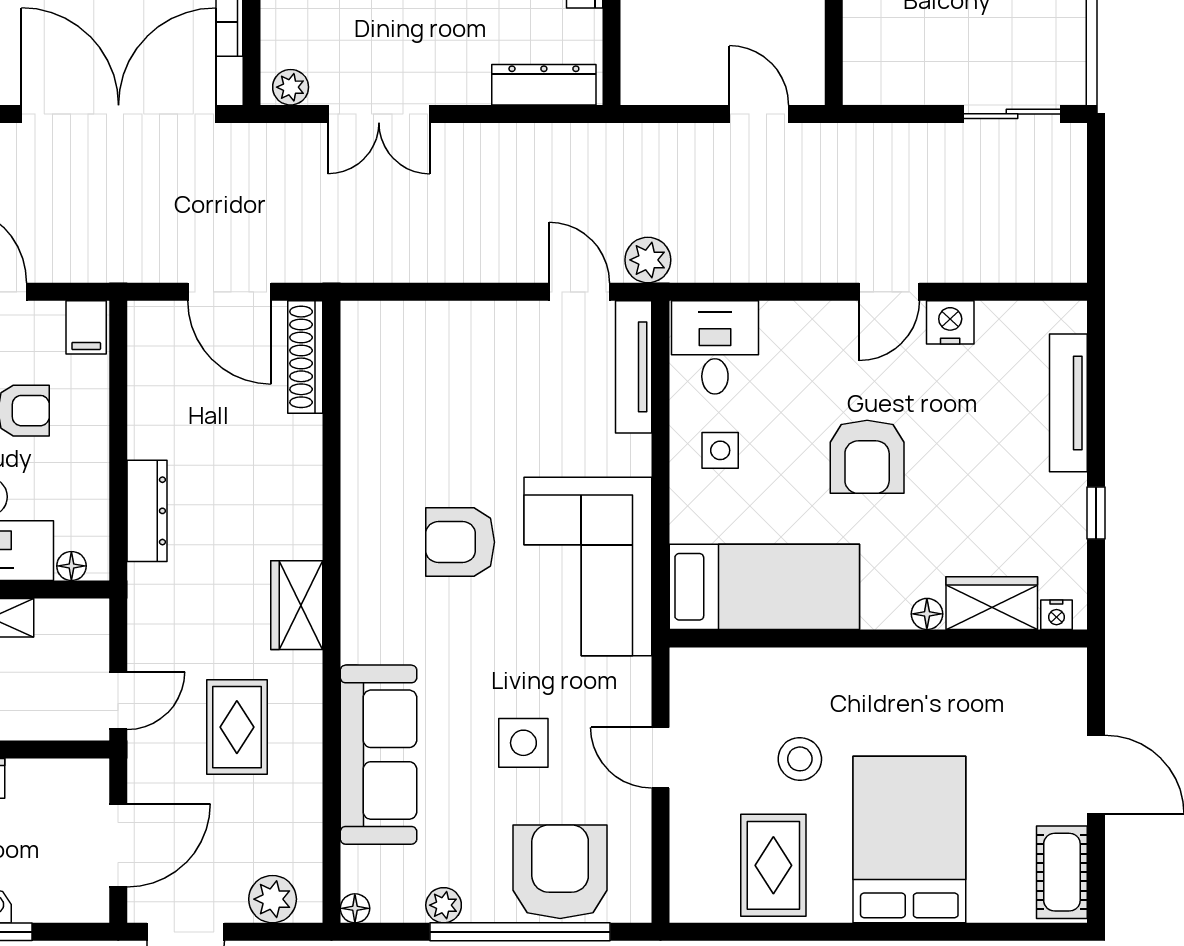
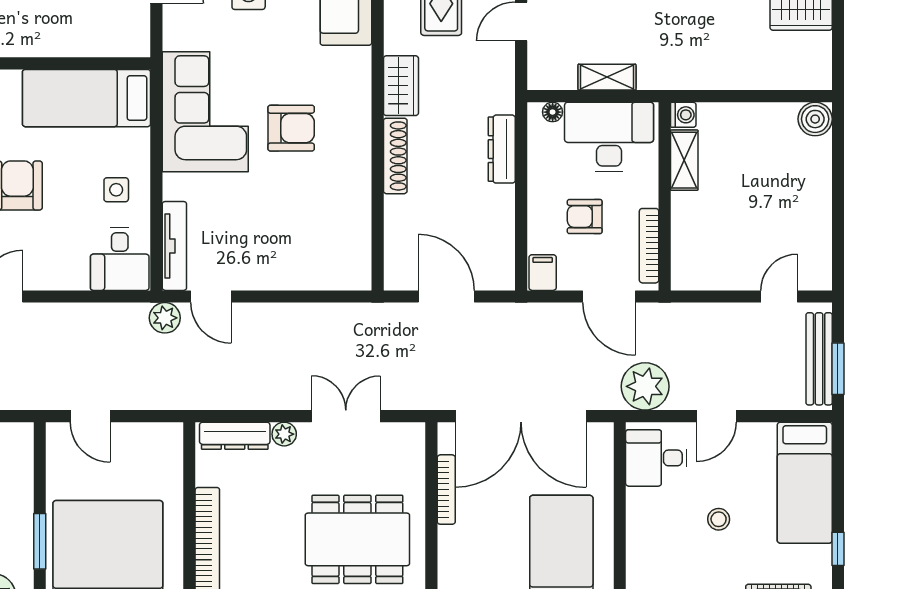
plant: (291, 87) -> (284, 434), moved
shoe rack: (305, 357) -> (395, 156), moved

